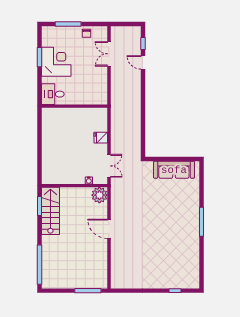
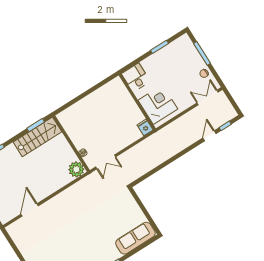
double door: (109, 54) -> (208, 97), moved
corner desk: (56, 62) -> (158, 105), moved, turned -90
fridge: (101, 138) -> (145, 127), moved
sofa: (174, 170) -> (135, 238), moved, turned 90
door: (109, 229) -> (30, 210), moved

